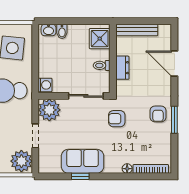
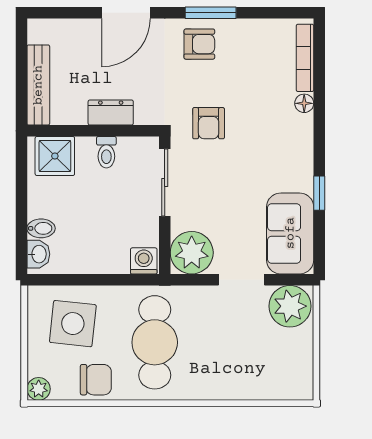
door: (174, 64) -> (126, 13), moved
sofa: (83, 161) -> (290, 233), moved

